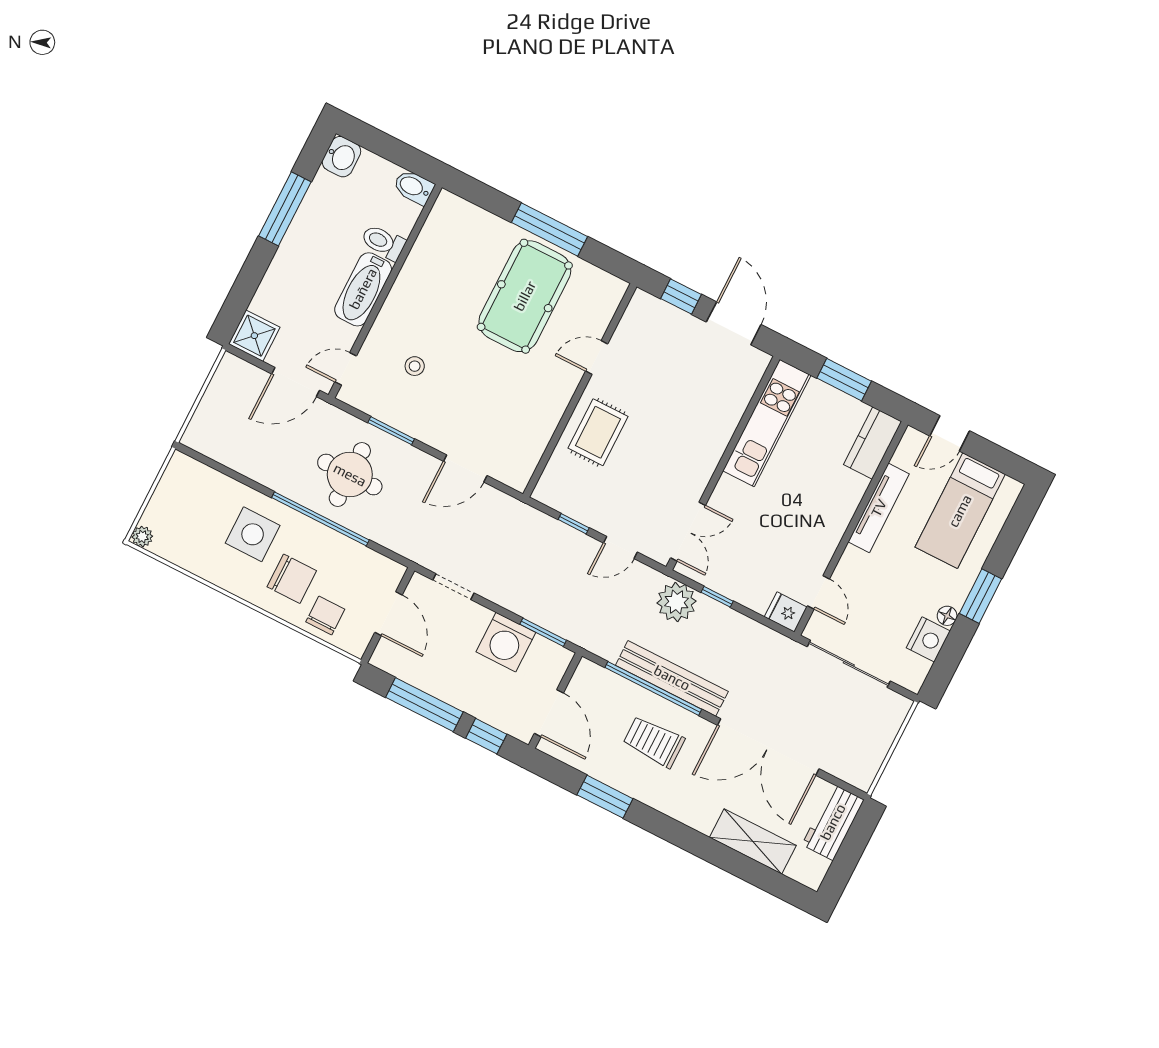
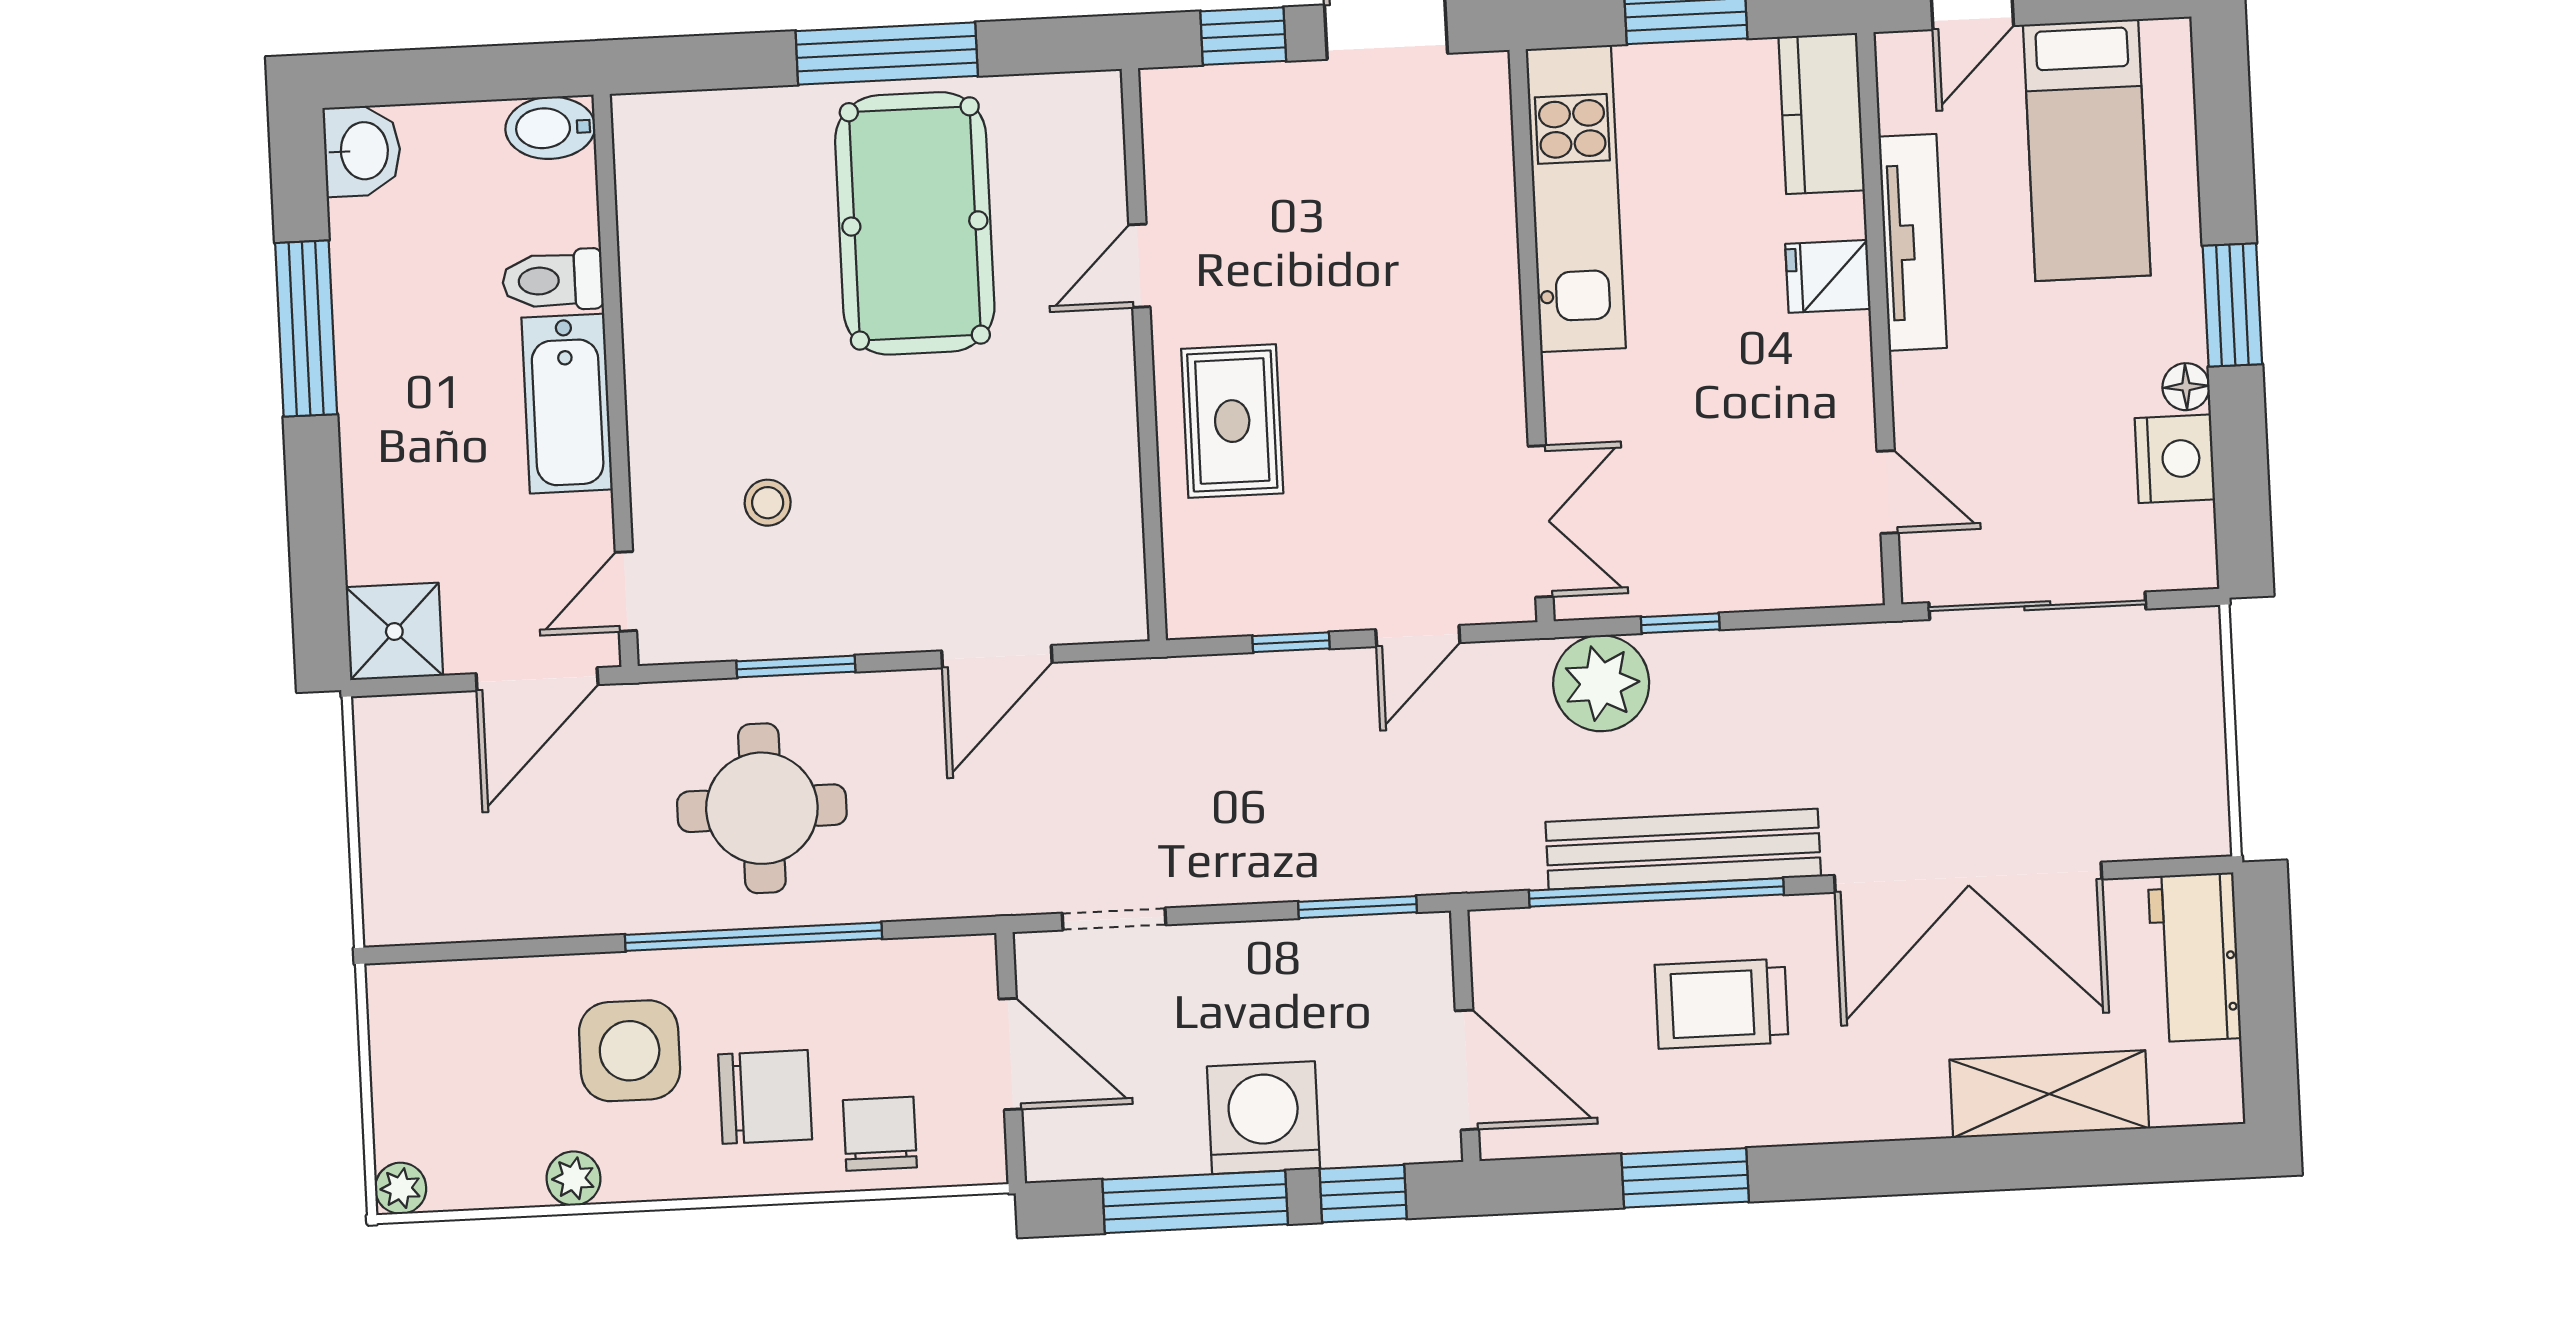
plant: (206, 569) -> (574, 1178), added
fridge: (786, 612) -> (1828, 276), moved
washing machine: (506, 642) -> (1263, 1118), moved, turned 180

